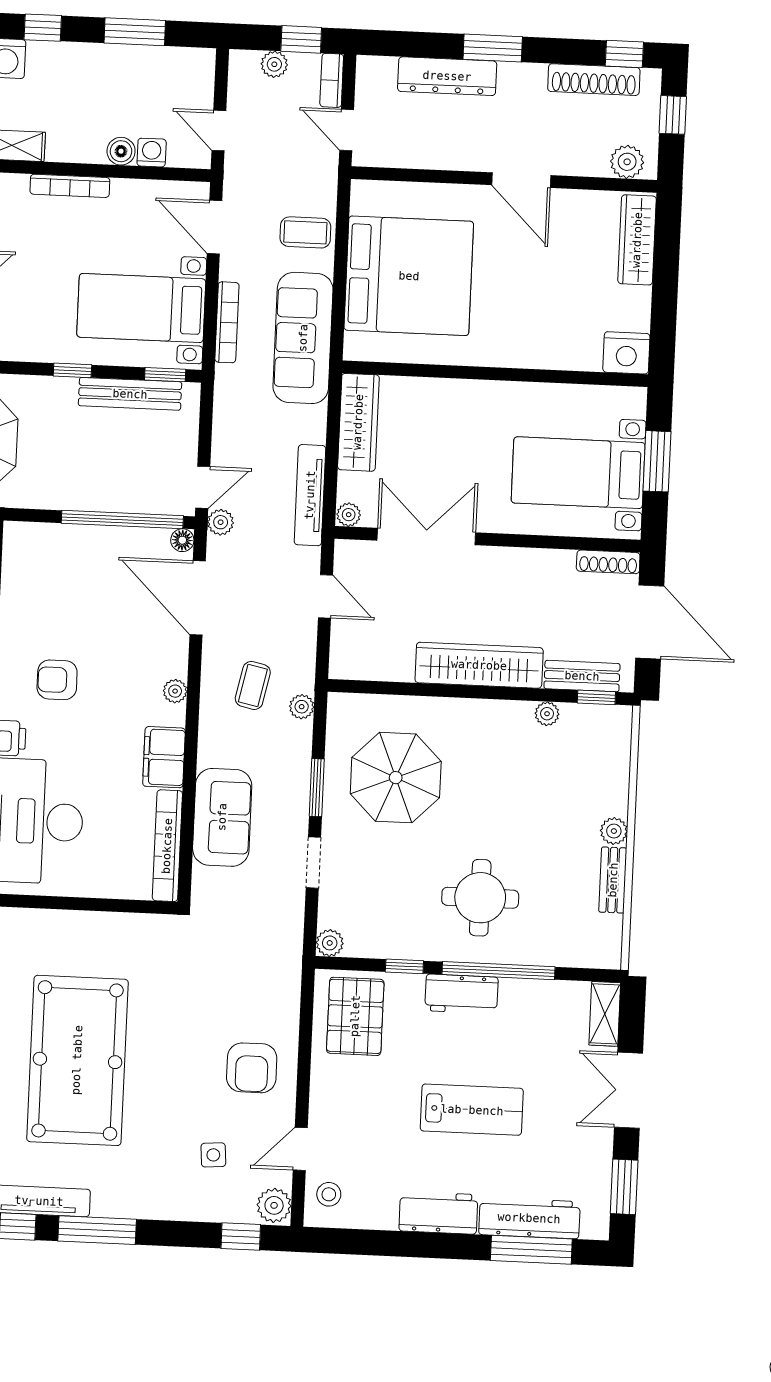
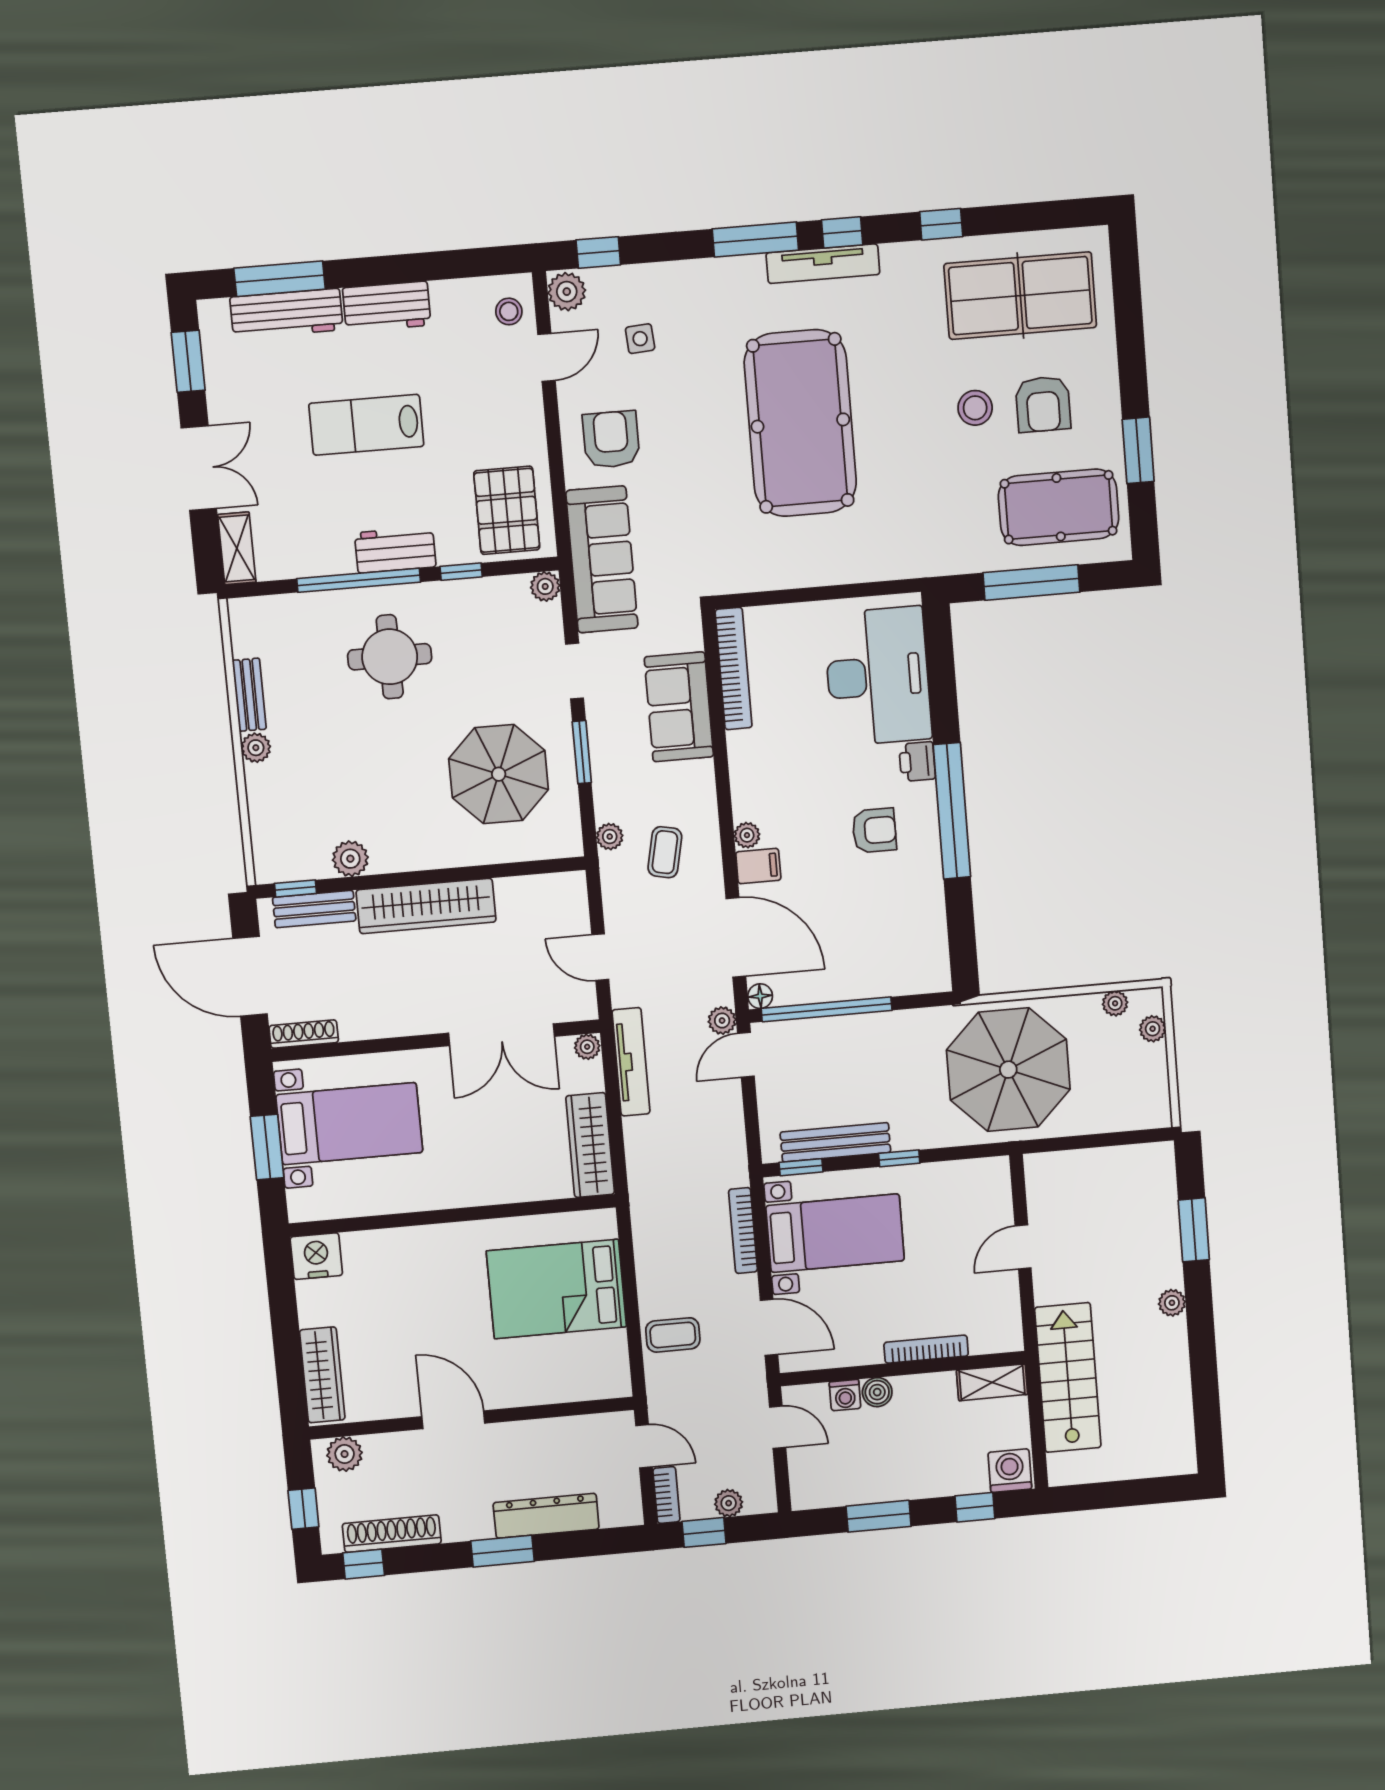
bed: (409, 276) -> (556, 1289), width x0.73
sofa: (303, 338) -> (602, 559), moved
plant: (547, 714) -> (350, 859), width x1.38, depth x1.38
filing cabinet: (164, 757) -> (758, 866), moved, width x0.50

